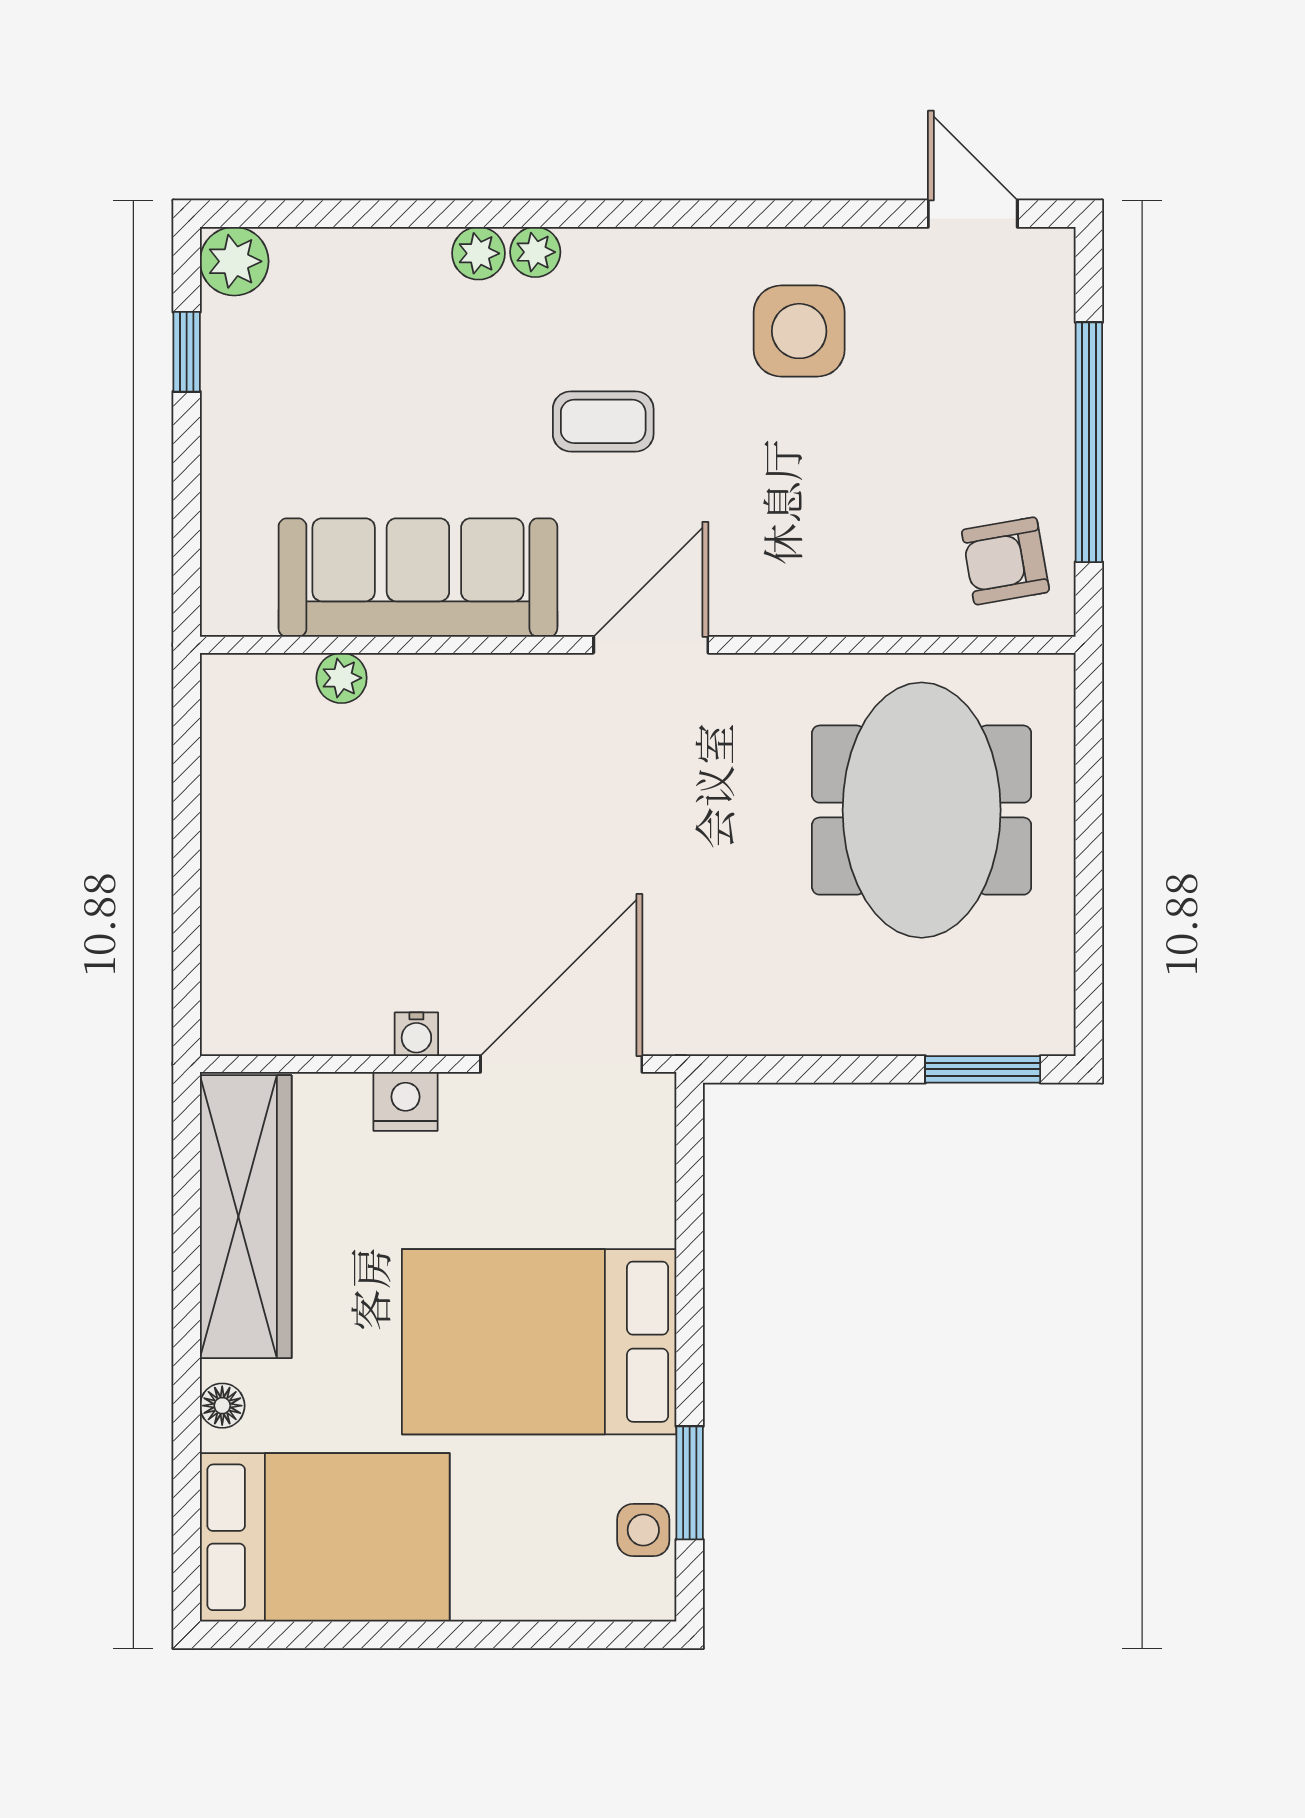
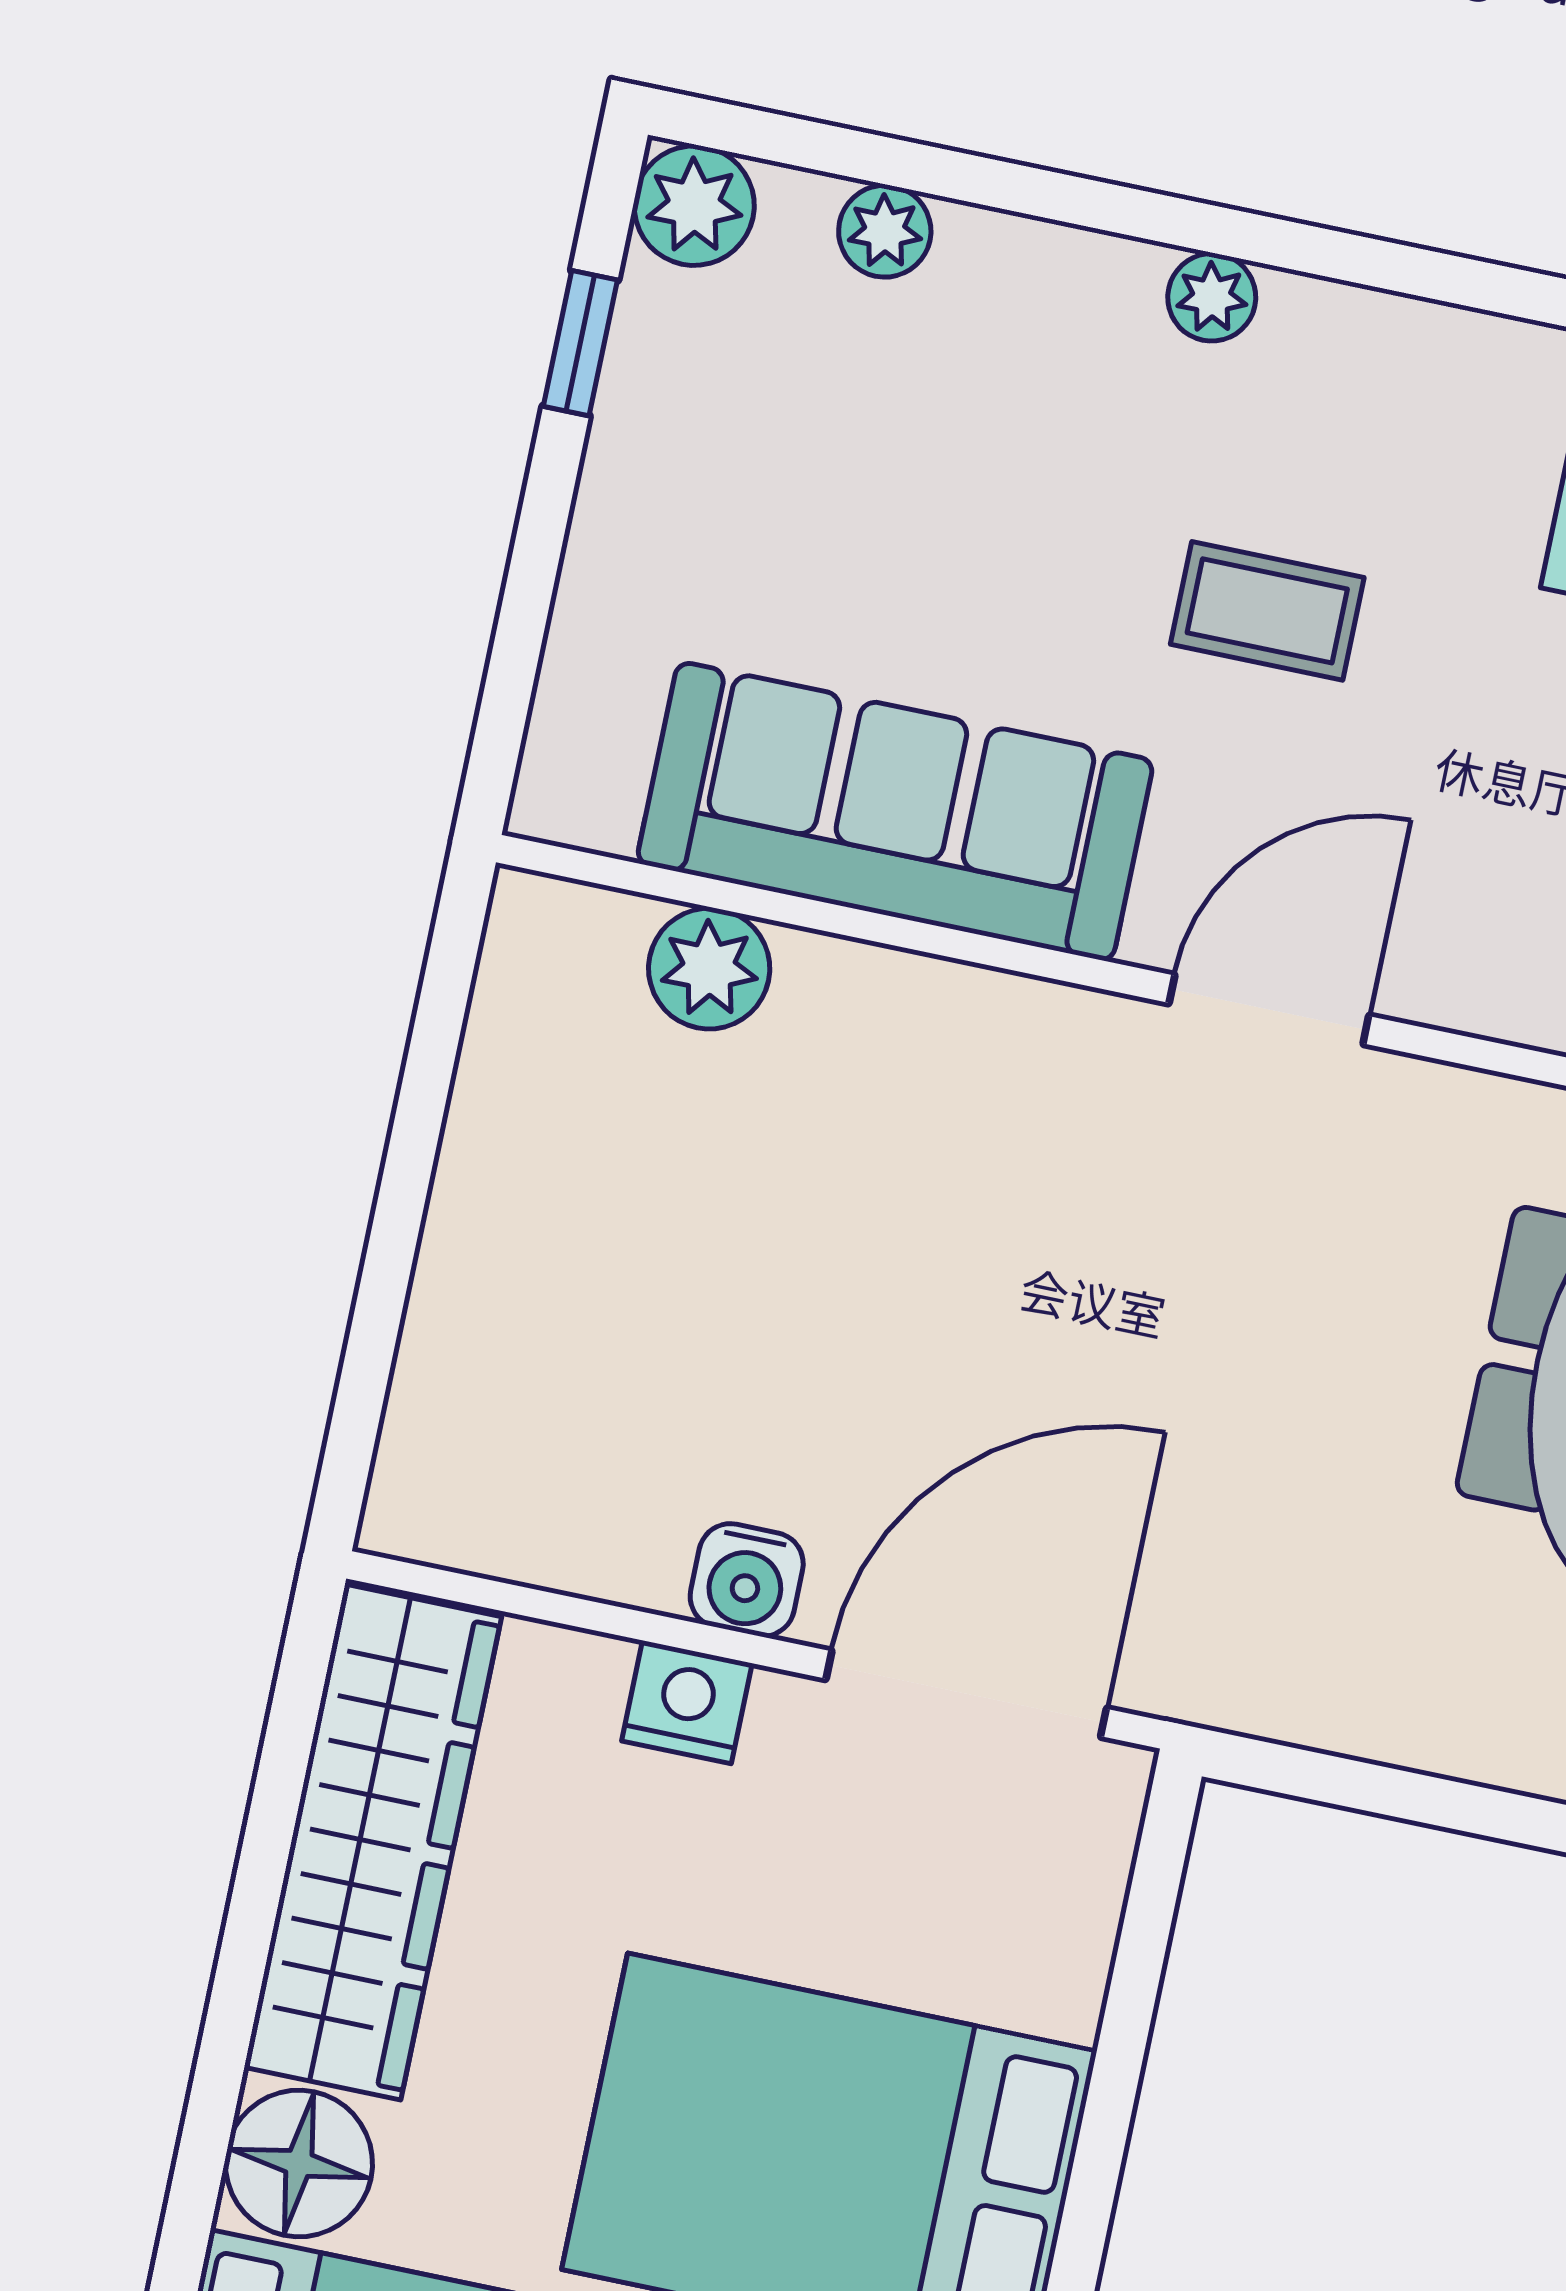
plant: (478, 253) -> (885, 231), moved
plant: (342, 678) -> (709, 969), width x1.38, depth x1.38
water cooler: (416, 1034) -> (747, 1580), width x1.38, depth x1.38
floor lamp: (222, 1406) -> (299, 2163), width x1.89, depth x1.89

